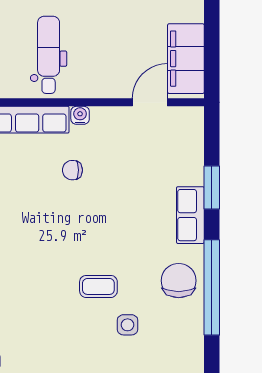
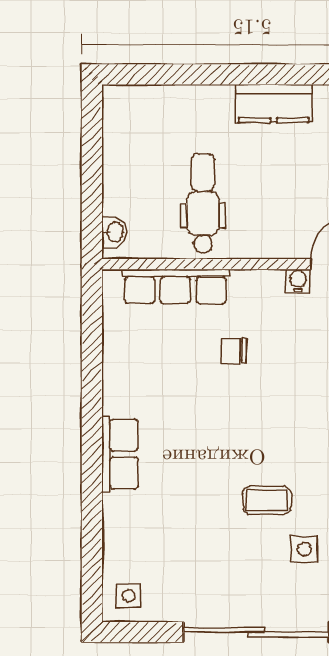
water cooler: (80, 115) -> (298, 281), moved

